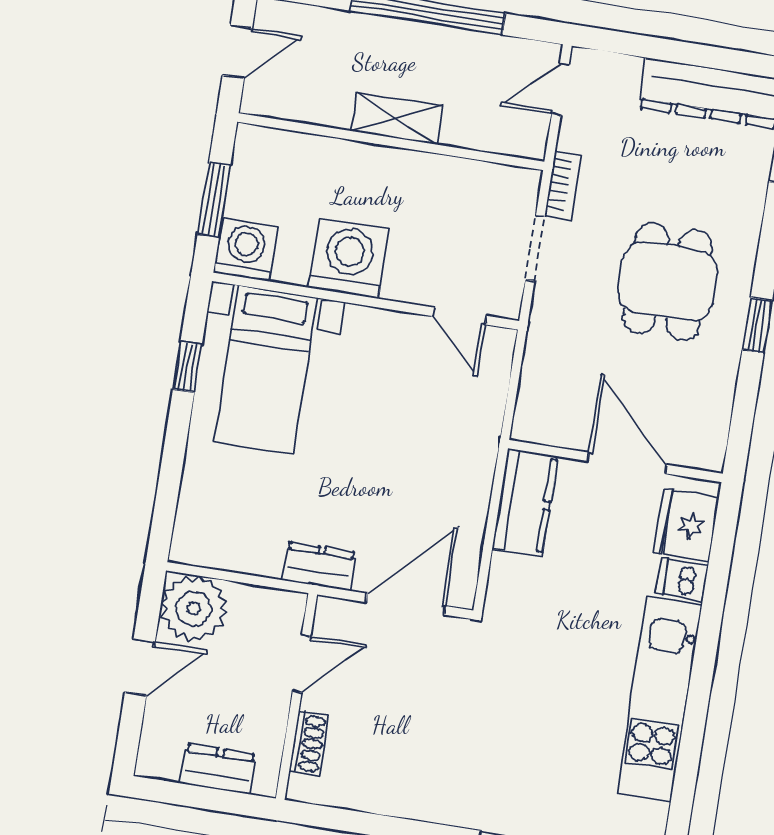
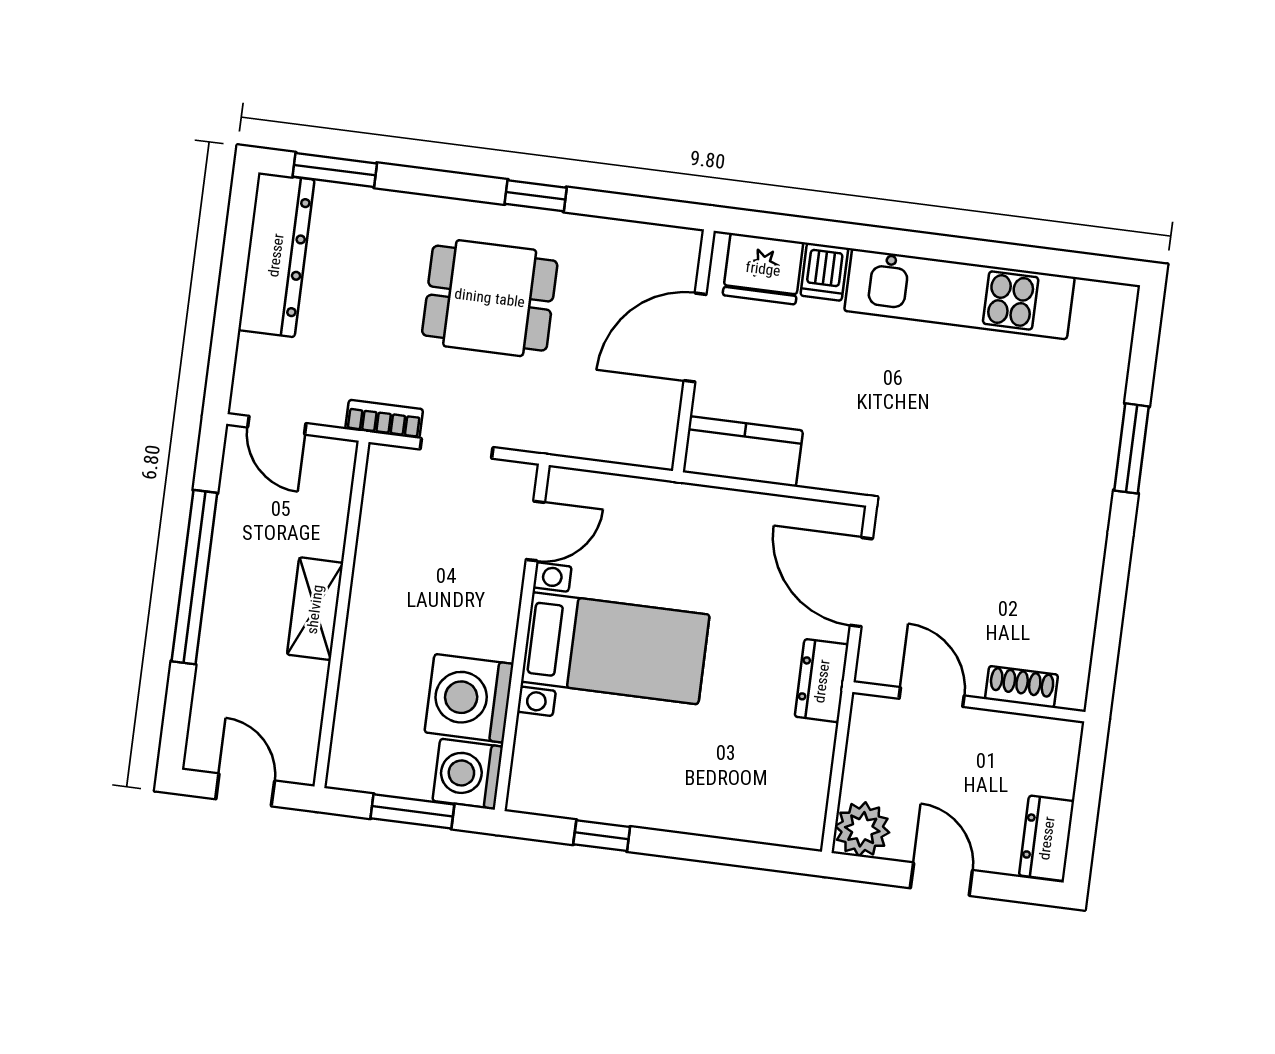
washing machine: (349, 258) -> (469, 698), moved
bed with nightstands: (266, 370) -> (615, 648), moved
plant: (194, 608) -> (862, 829), width x0.73, depth x0.73
dresser: (218, 769) -> (1047, 838), moved

